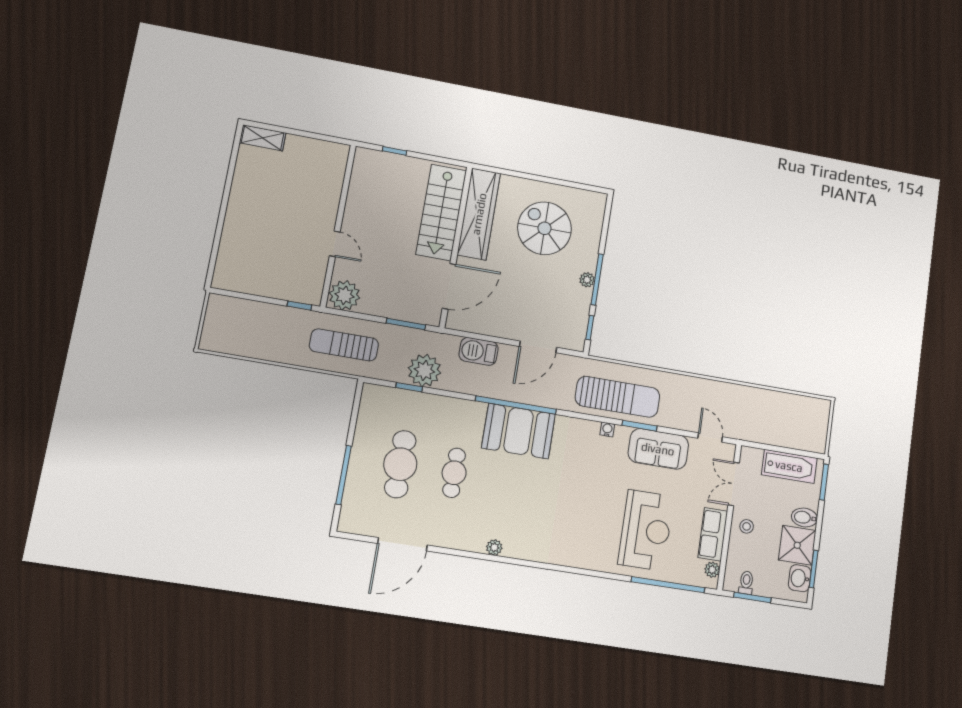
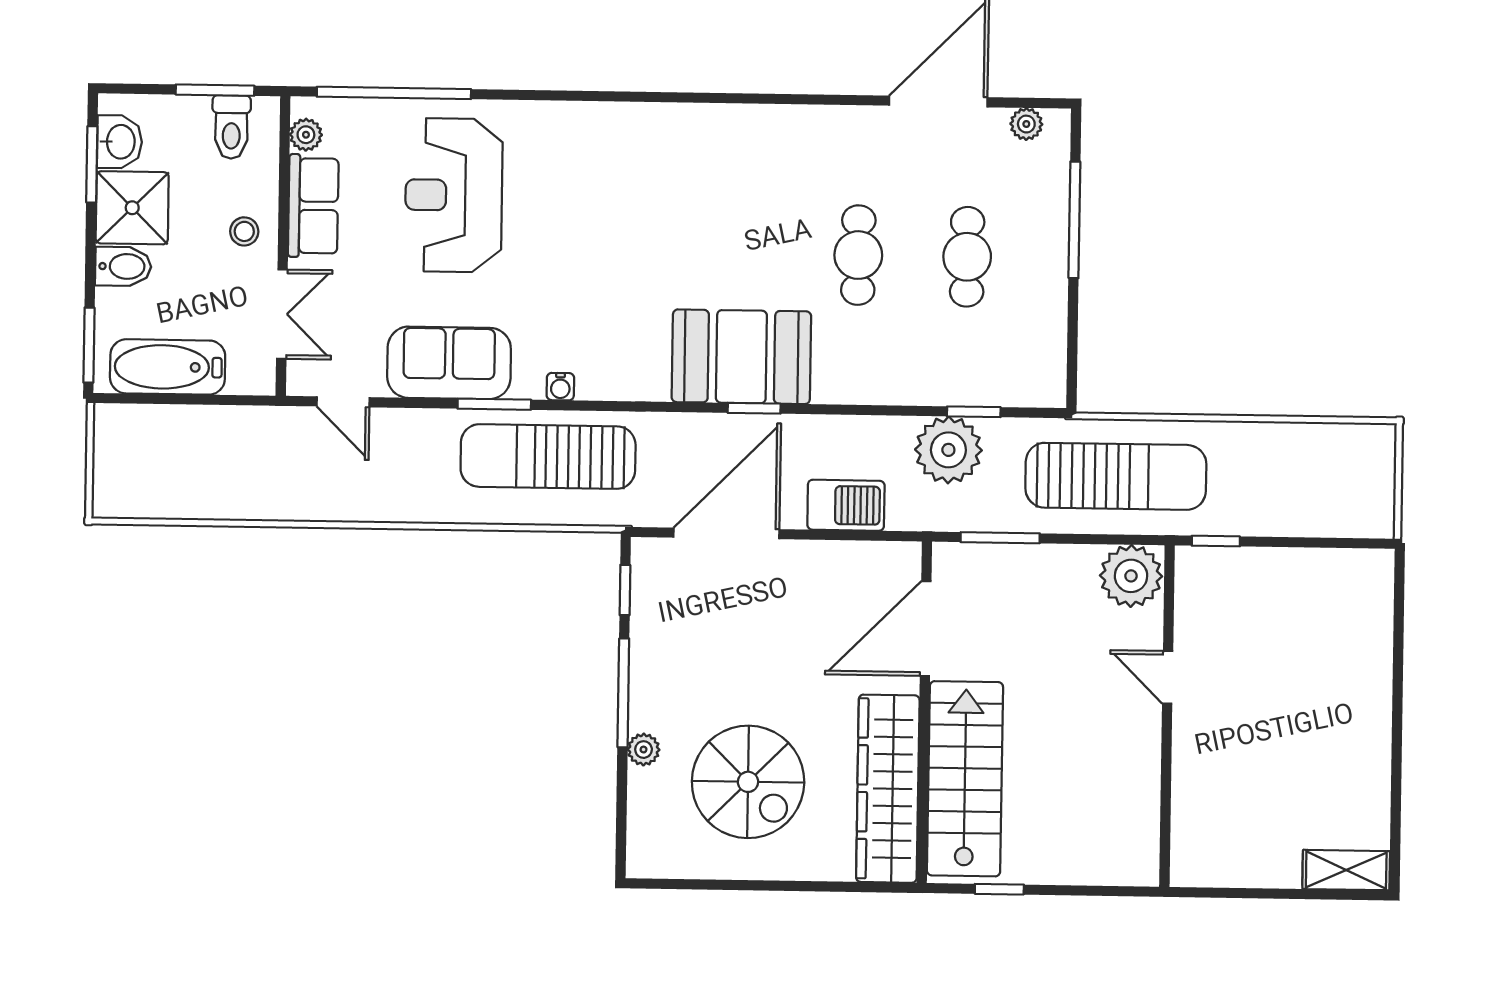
window: (395, 151) -> (999, 889), moved
plant: (587, 280) -> (644, 750), moved
sun lounger: (344, 345) -> (1116, 476), width x1.36, depth x1.34
door: (538, 347) -> (726, 533), width x1.36
window: (516, 405) -> (754, 408), width x0.32
cafe table: (400, 464) -> (967, 257), width x0.73, depth x0.74
plant: (494, 547) -> (1026, 124), moved
toilet: (746, 583) -> (231, 127), width x1.37, depth x1.39

